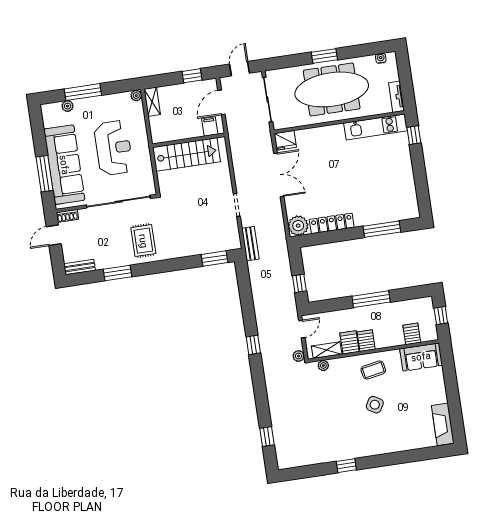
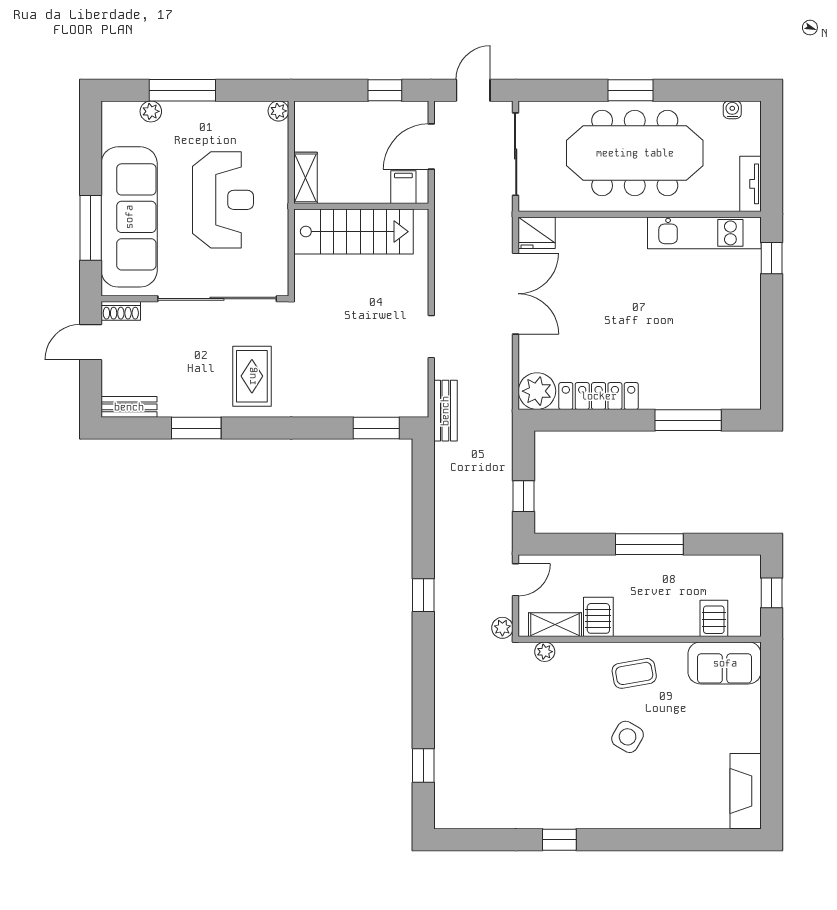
shelving: (152, 102) -> (306, 178), moved
server rack: (366, 341) -> (629, 618), removed

